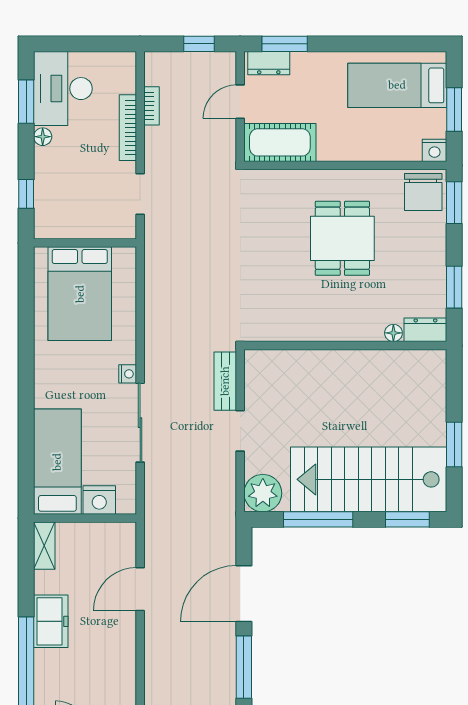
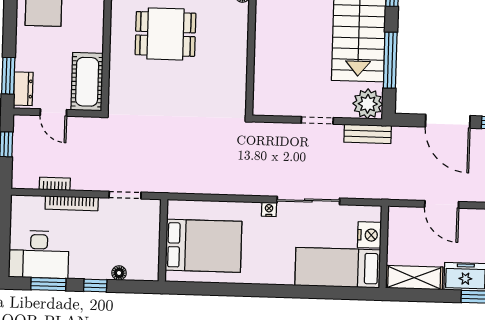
floor lamp: (43, 137) -> (119, 273), moved
window: (26, 194) -> (95, 285), moved
bench: (225, 381) -> (368, 134), moved
shelving: (44, 546) -> (414, 278), width x1.50, depth x1.33

